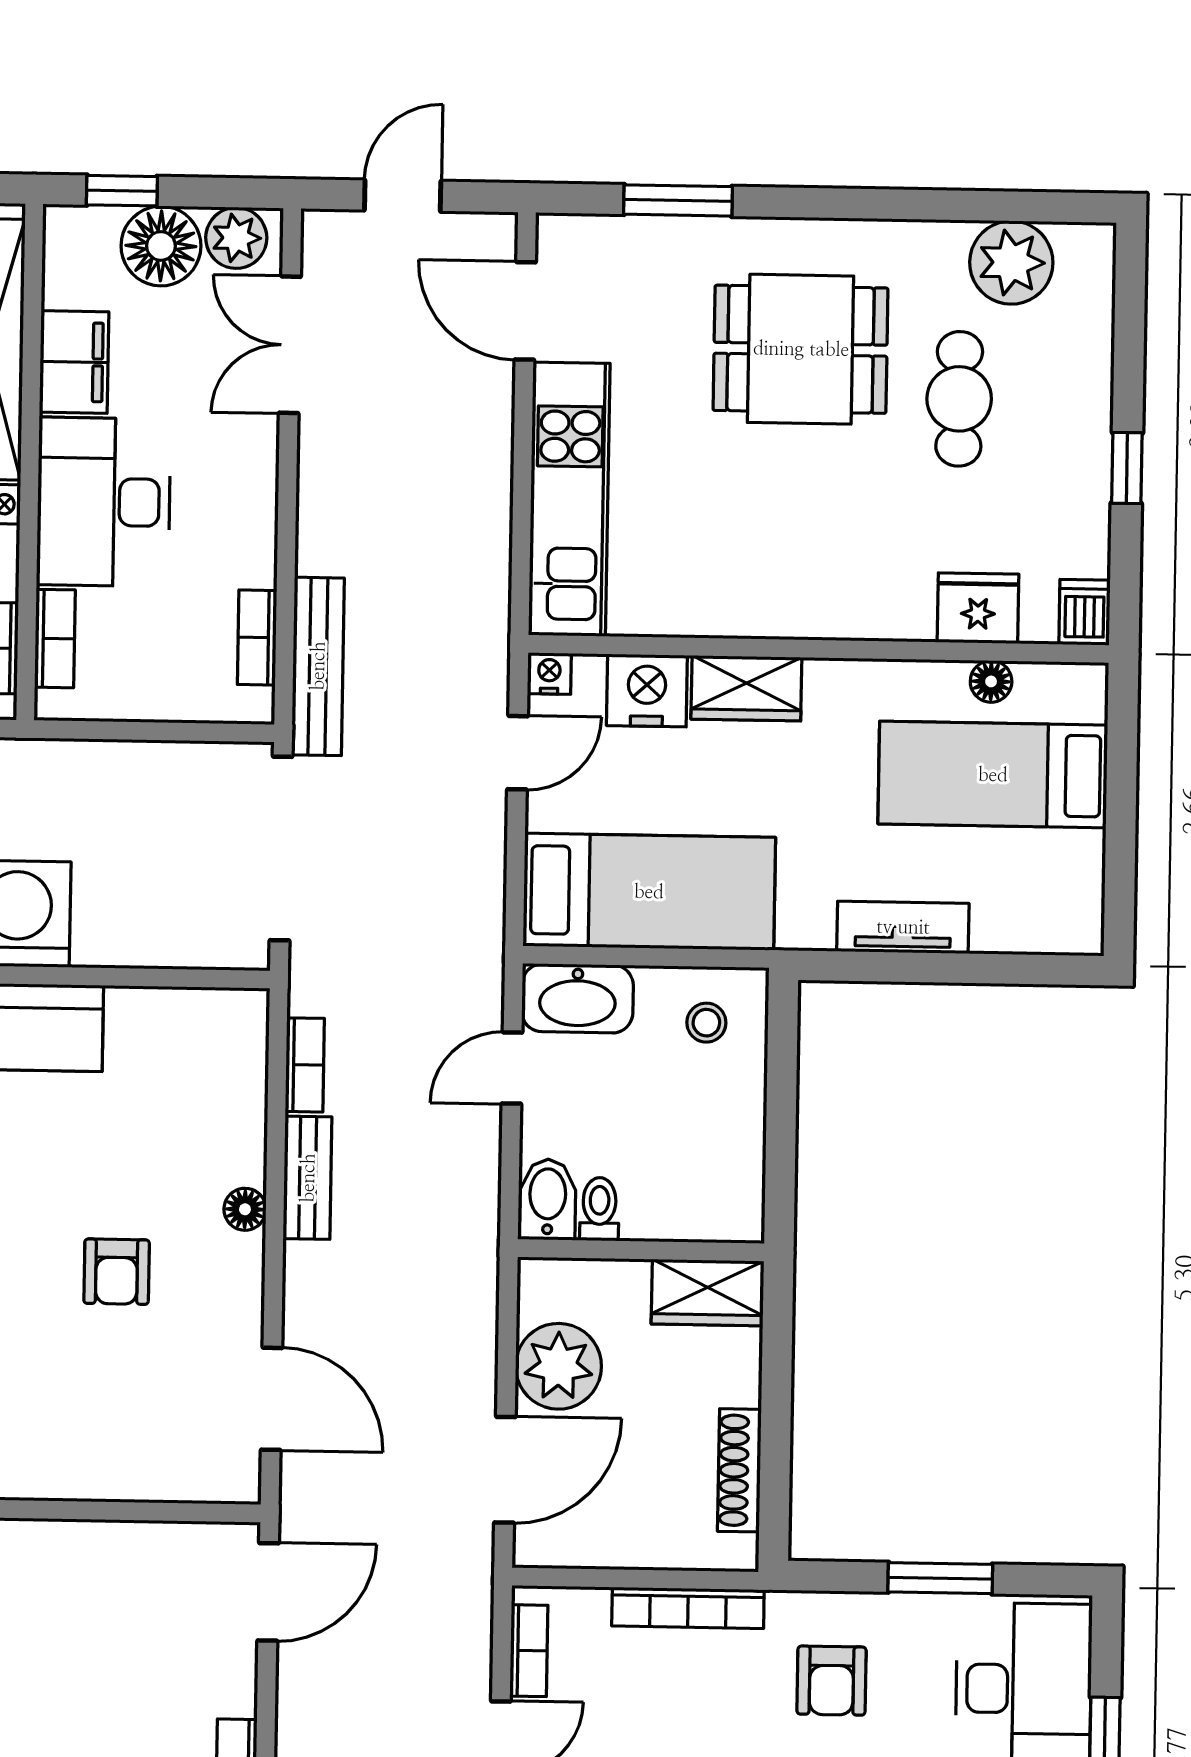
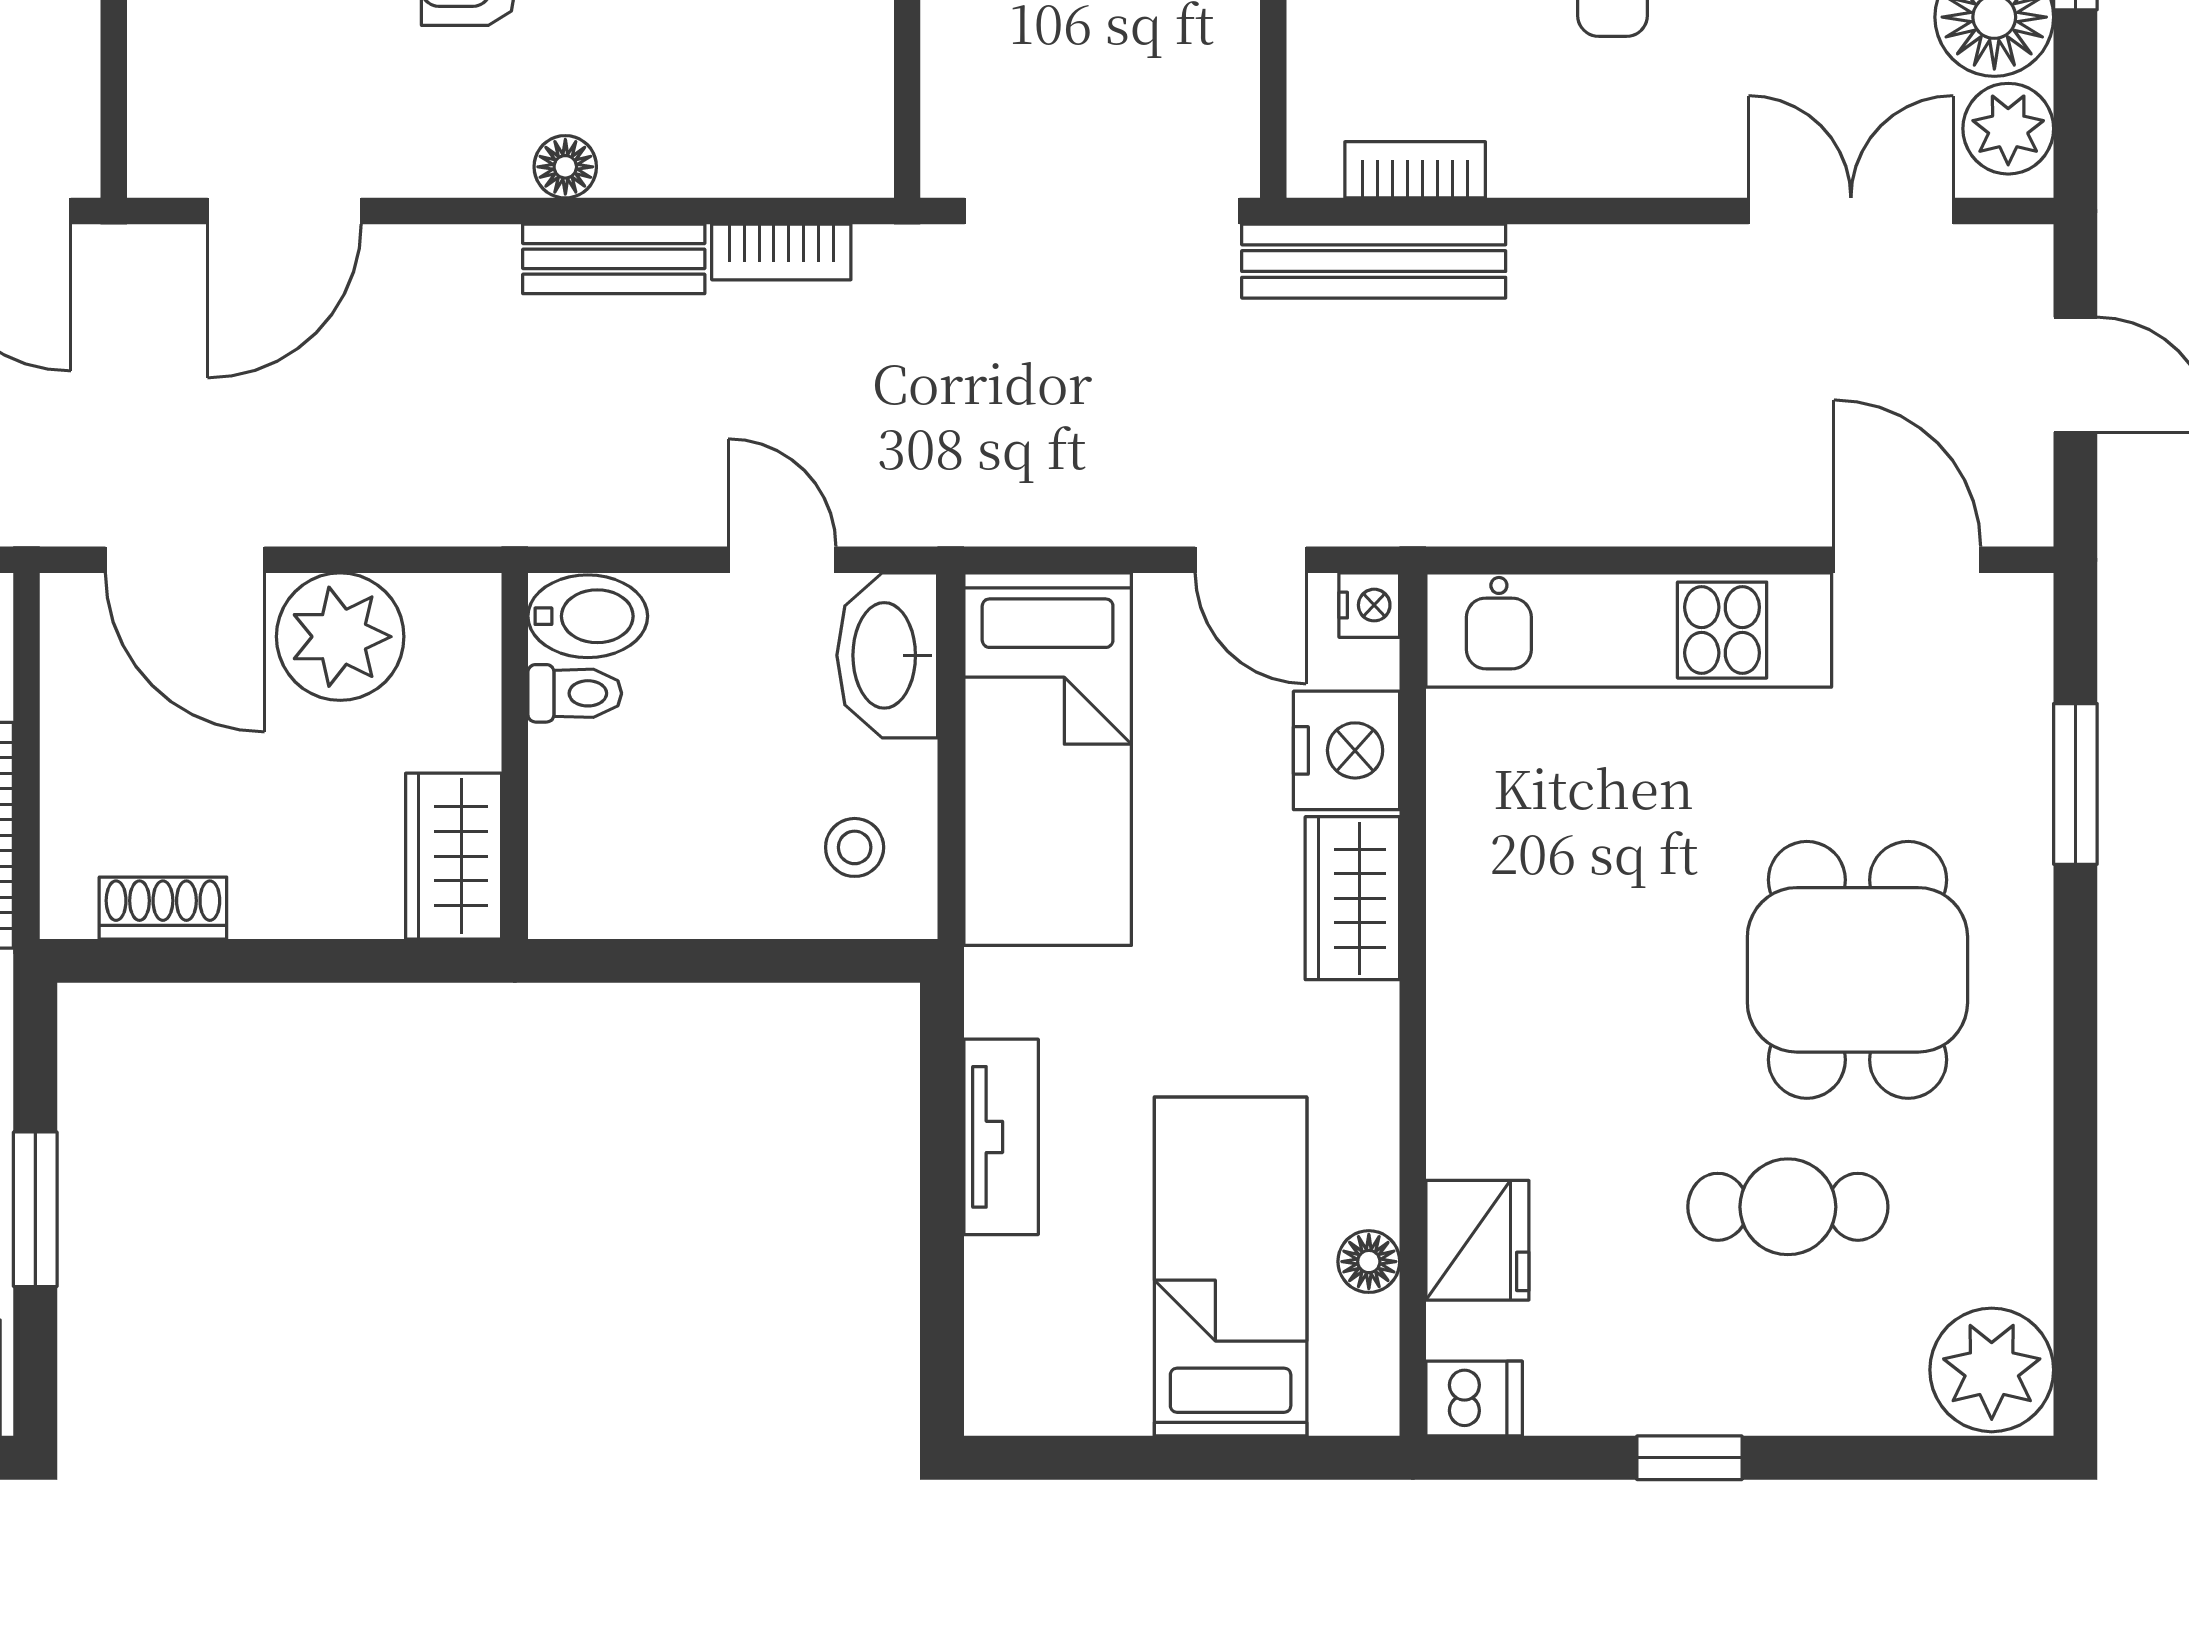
plant: (1011, 263) -> (1992, 1370), moved
door: (525, 311) -> (1907, 560), hinge flipped
shoe rack: (739, 1470) -> (163, 908), width x0.70

